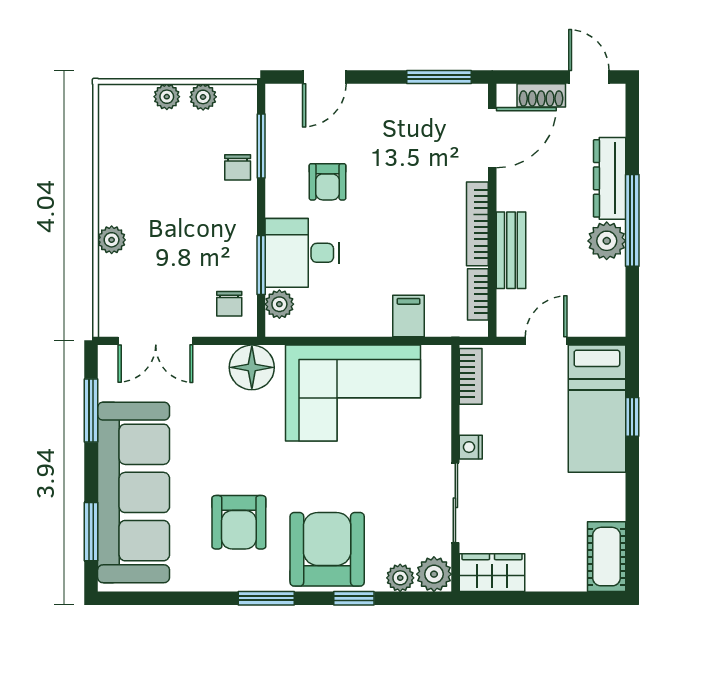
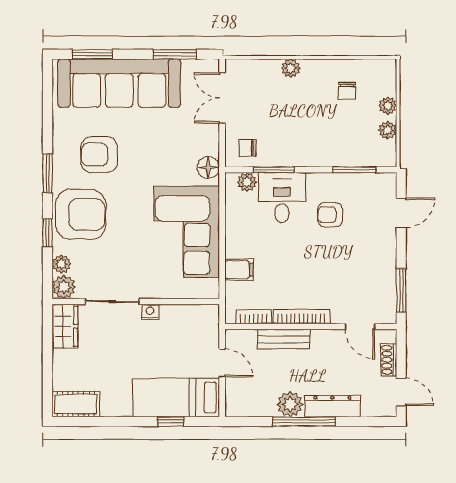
door: (324, 77) -> (401, 213), swing flipped
door: (589, 77) -> (401, 392), hinge flipped
door: (492, 138) -> (360, 327), width x0.73
chair: (238, 167) -> (347, 91), moved, turned -90
floor lamp: (252, 367) -> (208, 167), width x0.73, depth x0.73
bookcase: (471, 376) -> (198, 312), removed

